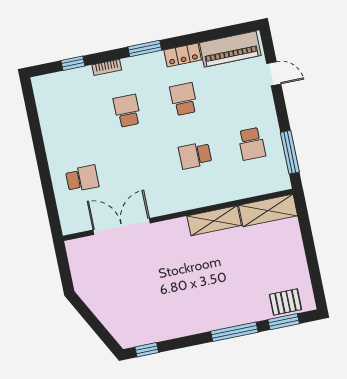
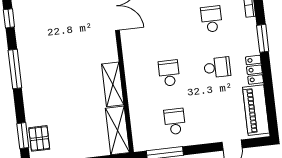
school desk: (127, 111) -> (212, 19), turned -90
school desk: (252, 144) -> (175, 121), turned 90
window: (234, 332) -> (15, 69), moved

